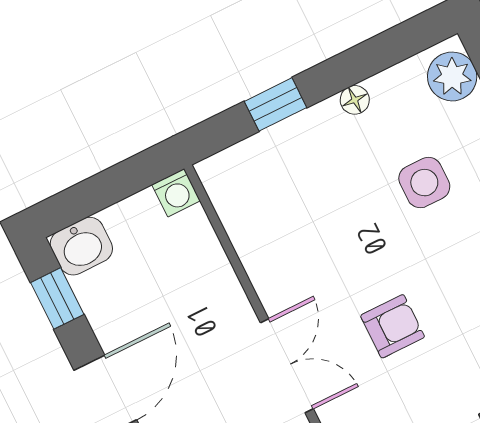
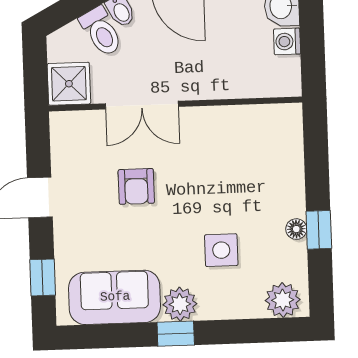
window: (275, 104) -> (319, 230), moved
washing machine: (176, 193) -> (287, 41), moved

